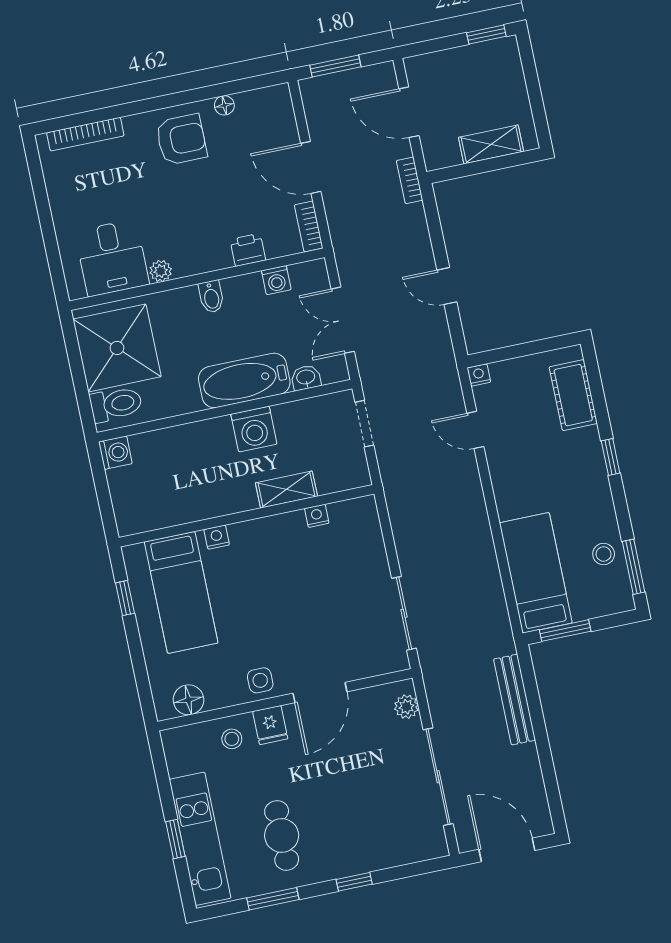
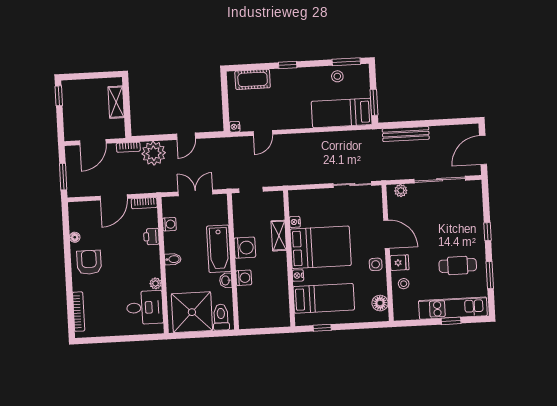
plant: (405, 230) -> (154, 153), added
double door: (343, 320) -> (195, 193), swing flipped
washbasin: (306, 378) -> (226, 280), moved
washing machine: (115, 453) -> (244, 278), moved, turned 90
bed: (276, 572) -> (321, 247), added

